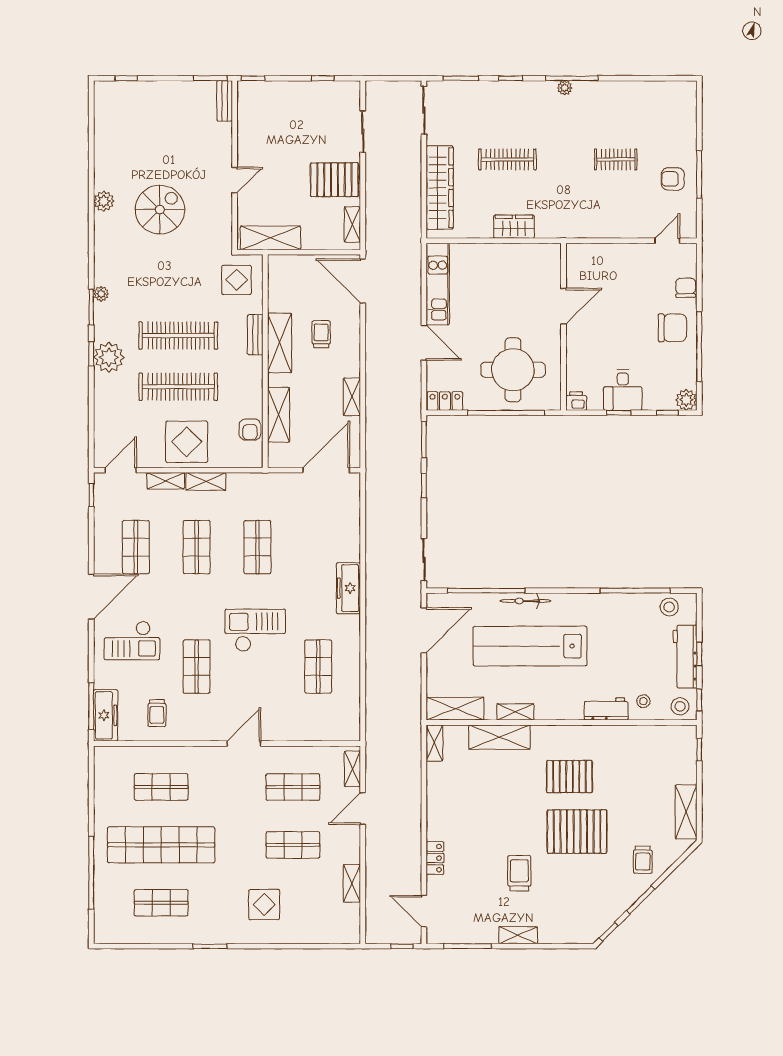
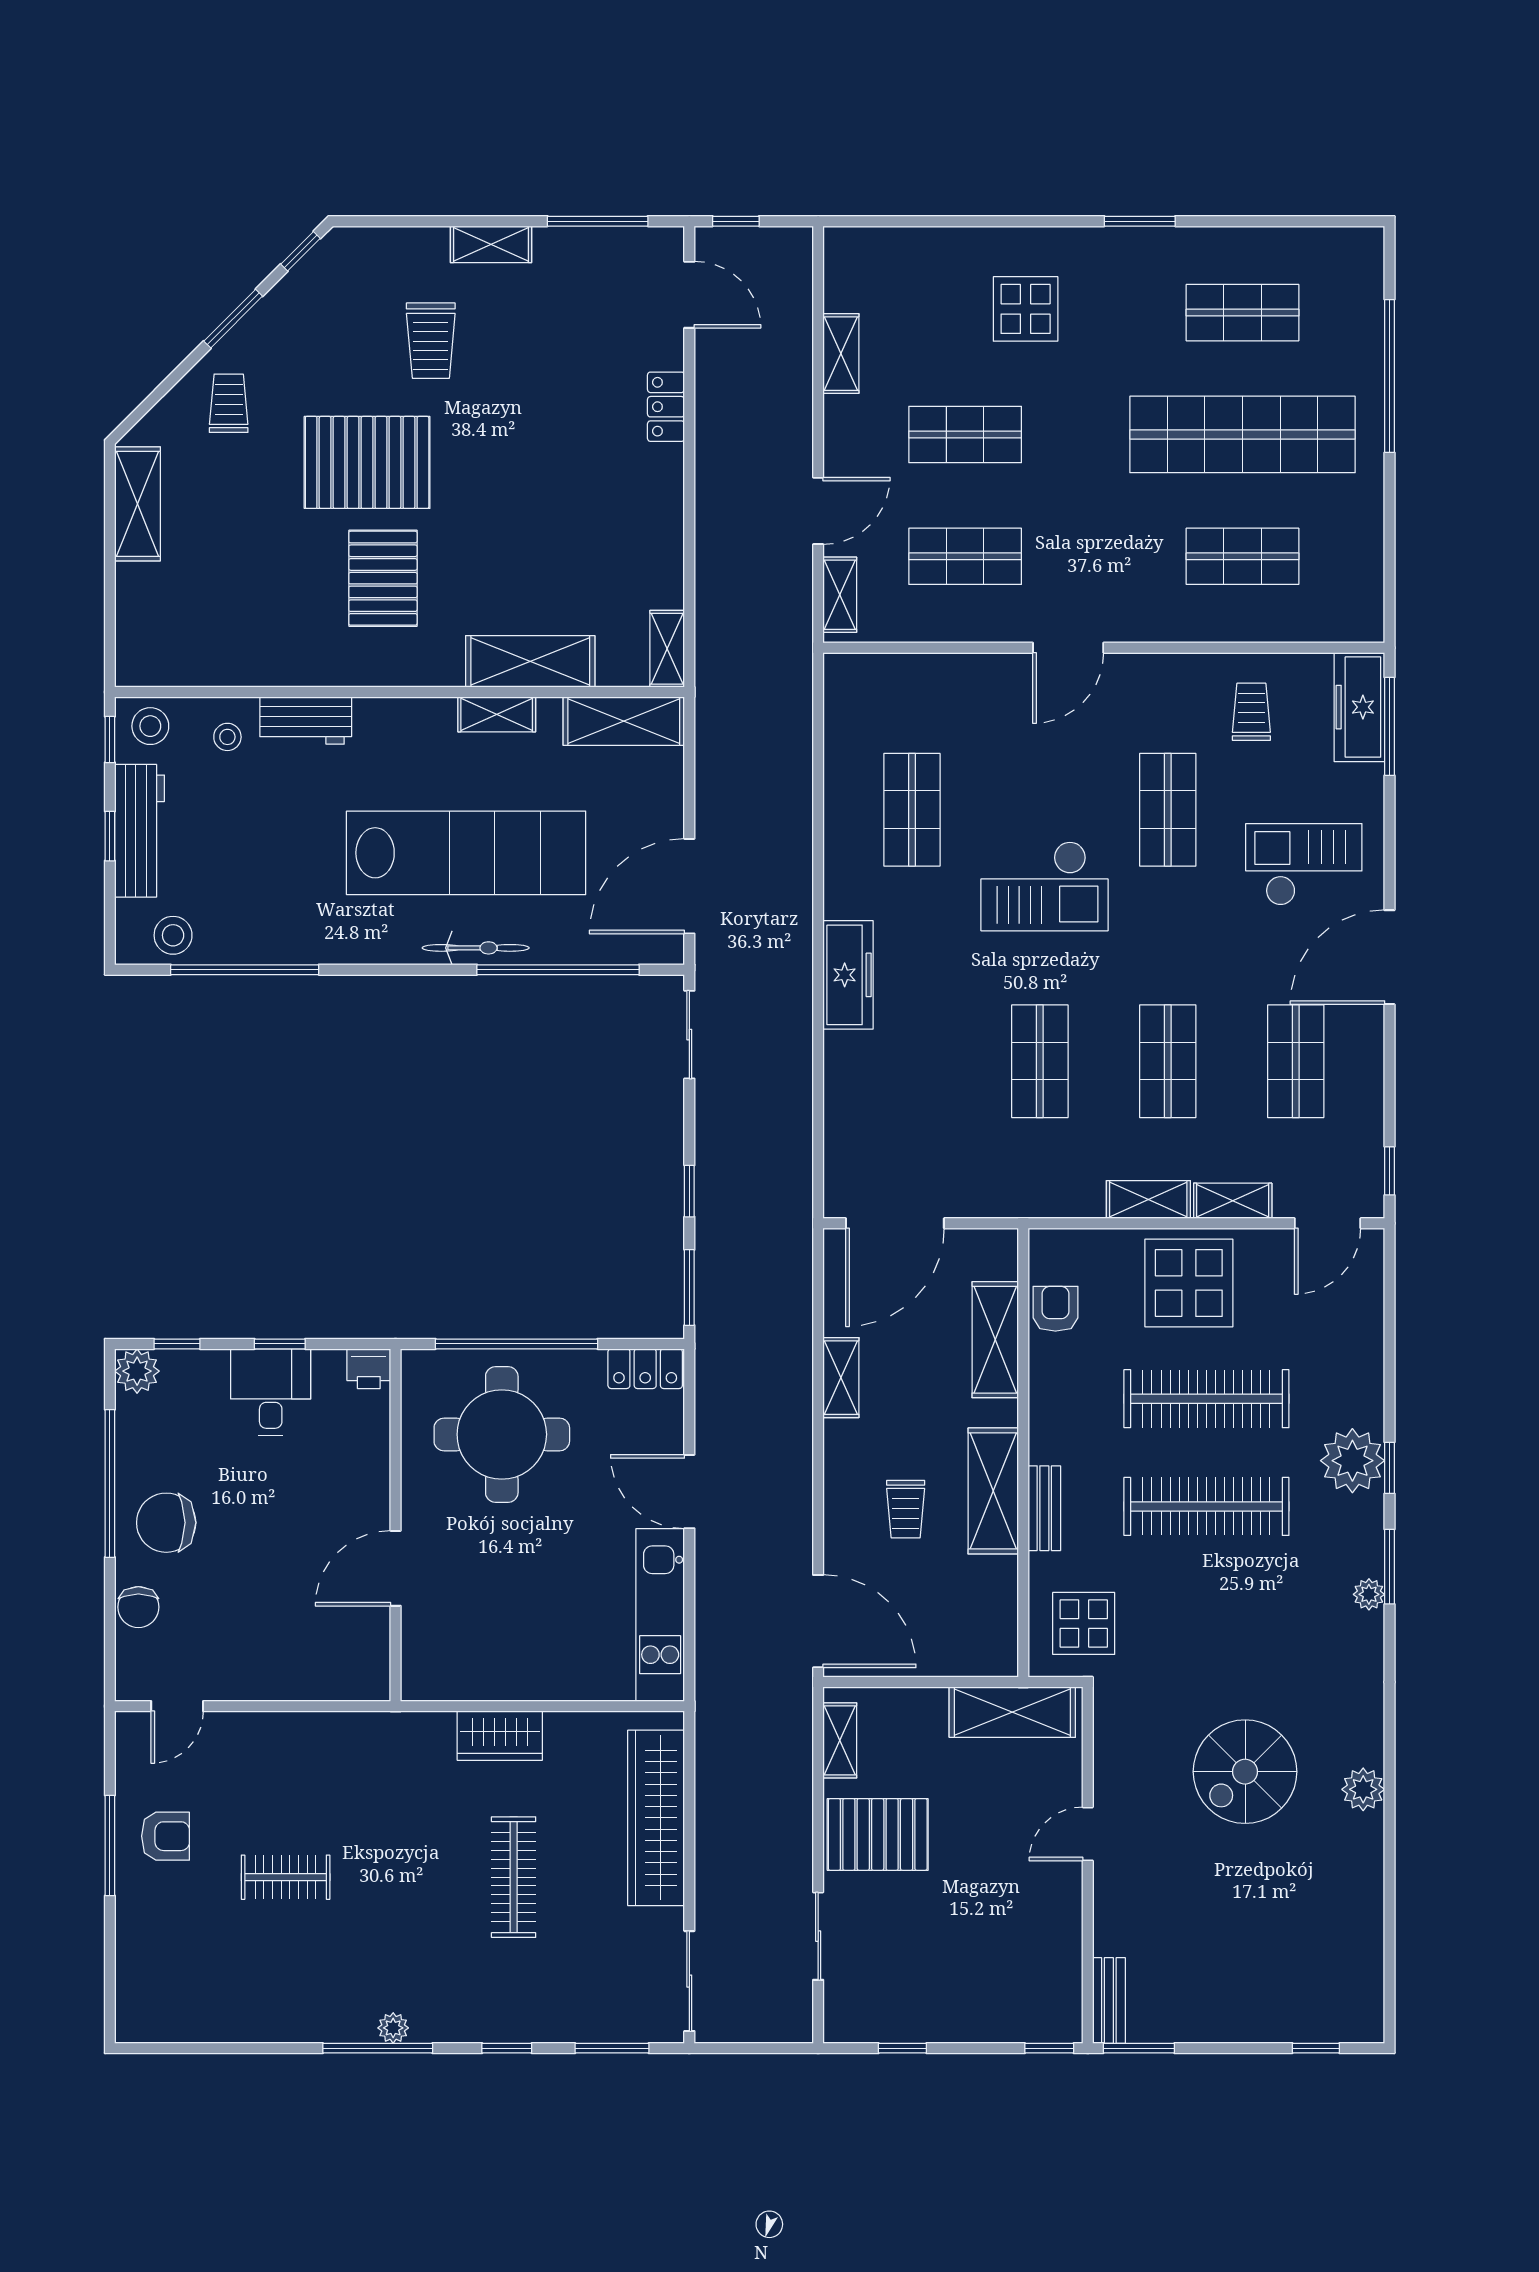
clothes rail: (507, 159) -> (514, 1877), turned 90
window: (699, 750) -> (110, 635), removed
pallet: (569, 777) -> (383, 578), turned 90
trolley: (519, 873) -> (431, 341), moved

